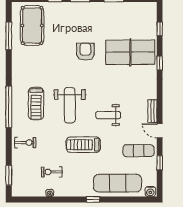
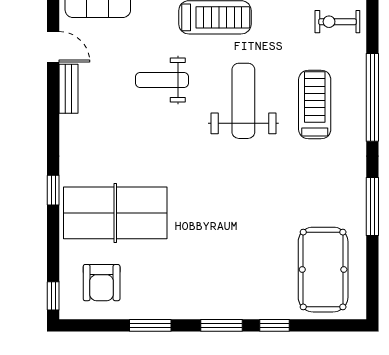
window: (160, 29) -> (53, 296), moved
window: (9, 36) -> (372, 207), moved
armchair: (85, 52) -> (102, 283), moved
weight bench: (108, 115) -> (162, 80), turned 180

